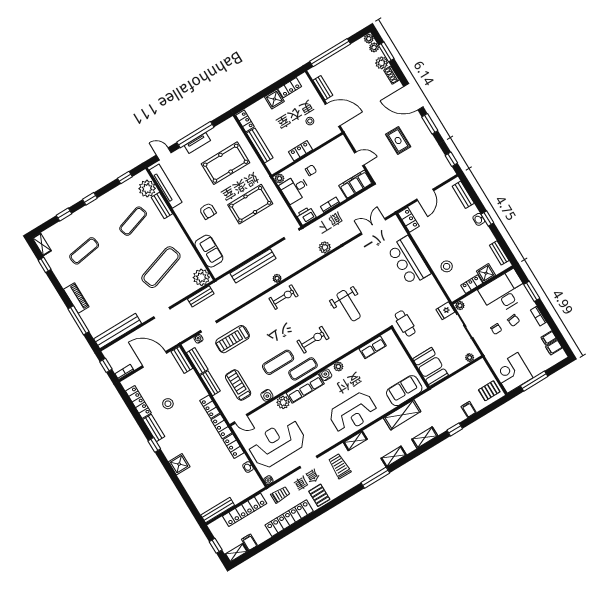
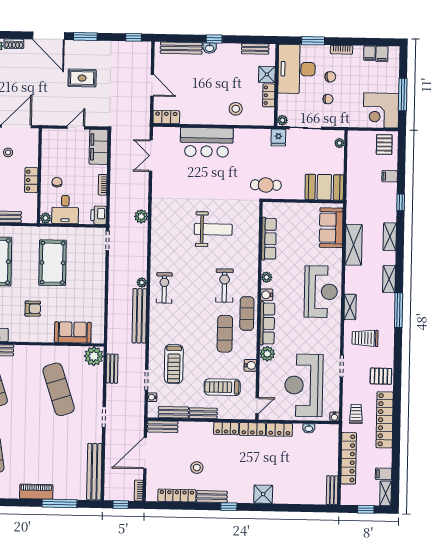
door: (413, 97) -> (49, 36), hinge flipped
bench: (463, 195) -> (181, 48), width x1.36
bench: (253, 266) -> (139, 316), moved
row of seats: (373, 347) -> (269, 239), width x1.48
bench: (218, 510) -> (332, 490), width x0.73

